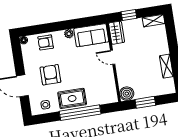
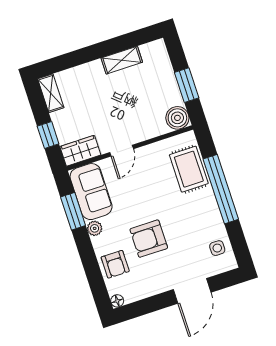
window: (81, 23) -> (73, 211), added
armchair: (50, 75) -> (149, 239), moved
rug: (72, 98) -> (189, 169), moved

